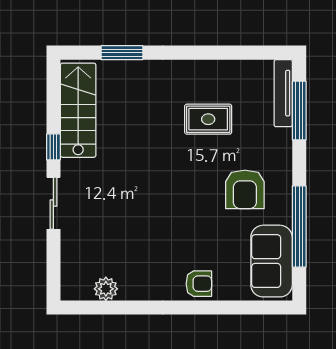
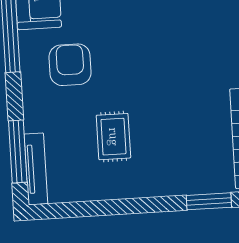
rug: (208, 119) -> (113, 137), turned 90

